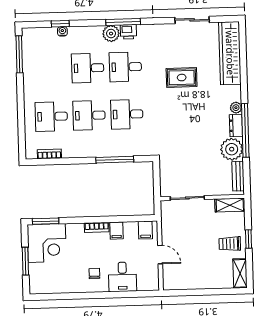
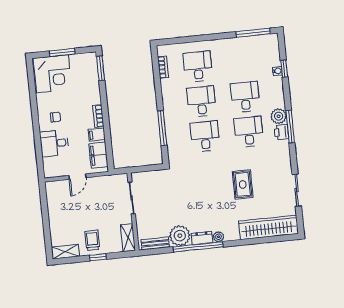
filing cabinet: (145, 230) -> (98, 155), width x2.00
corner desk: (47, 243) -> (52, 74), moved, turned -90

